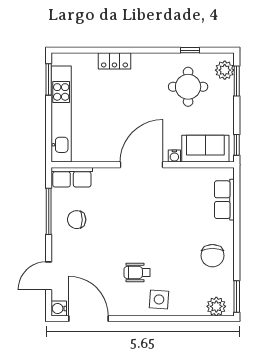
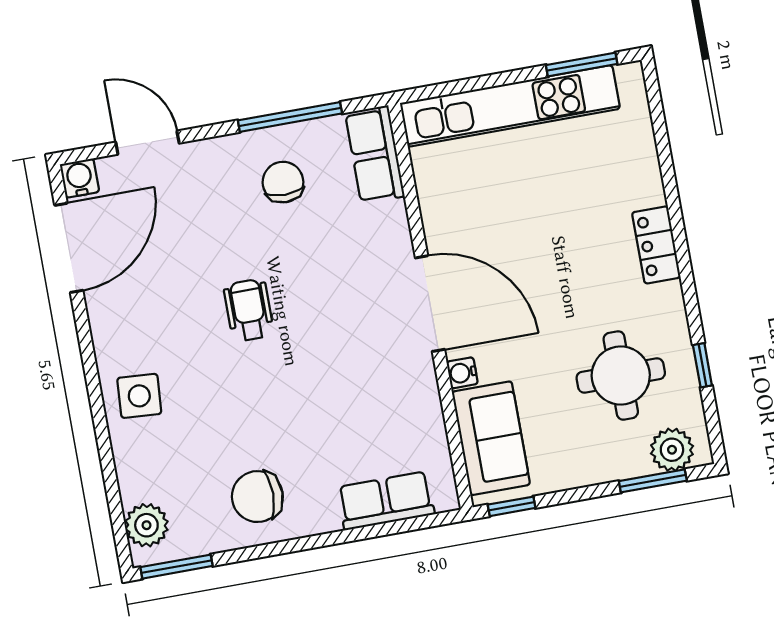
locker: (114, 61) -> (656, 245), moved
wheelchair: (137, 272) -> (249, 310), moved

